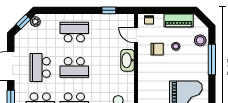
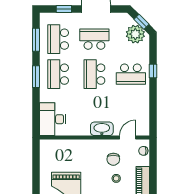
window: (109, 10) -> (153, 71), moved
plant: (35, 22) -> (135, 34), width x1.88, depth x1.88
school desk: (74, 32) -> (131, 74), turned 90

